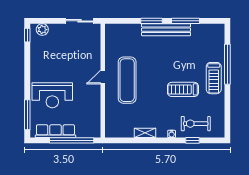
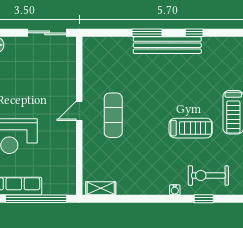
window: (185, 21) -> (194, 33), width x0.46
exercise mat: (127, 80) -> (113, 115), width x0.73, depth x0.69
treadmill: (183, 89) -> (191, 128), turned 180
shelving: (145, 133) -> (101, 188), moved

